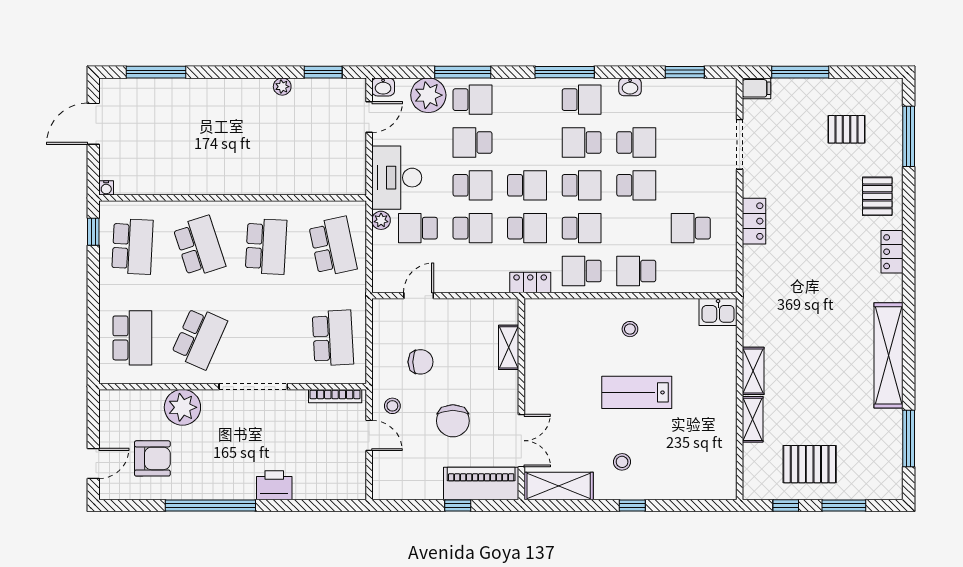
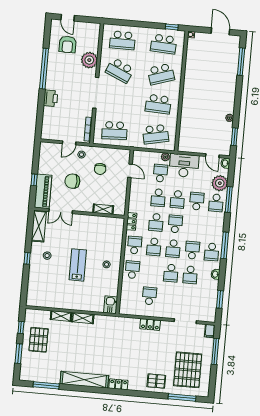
pallet: (846, 129) -> (188, 370), width x2.05, depth x2.00
school desk: (527, 185) -> (175, 224), turned 180
locker: (892, 252) -> (118, 384), moved

